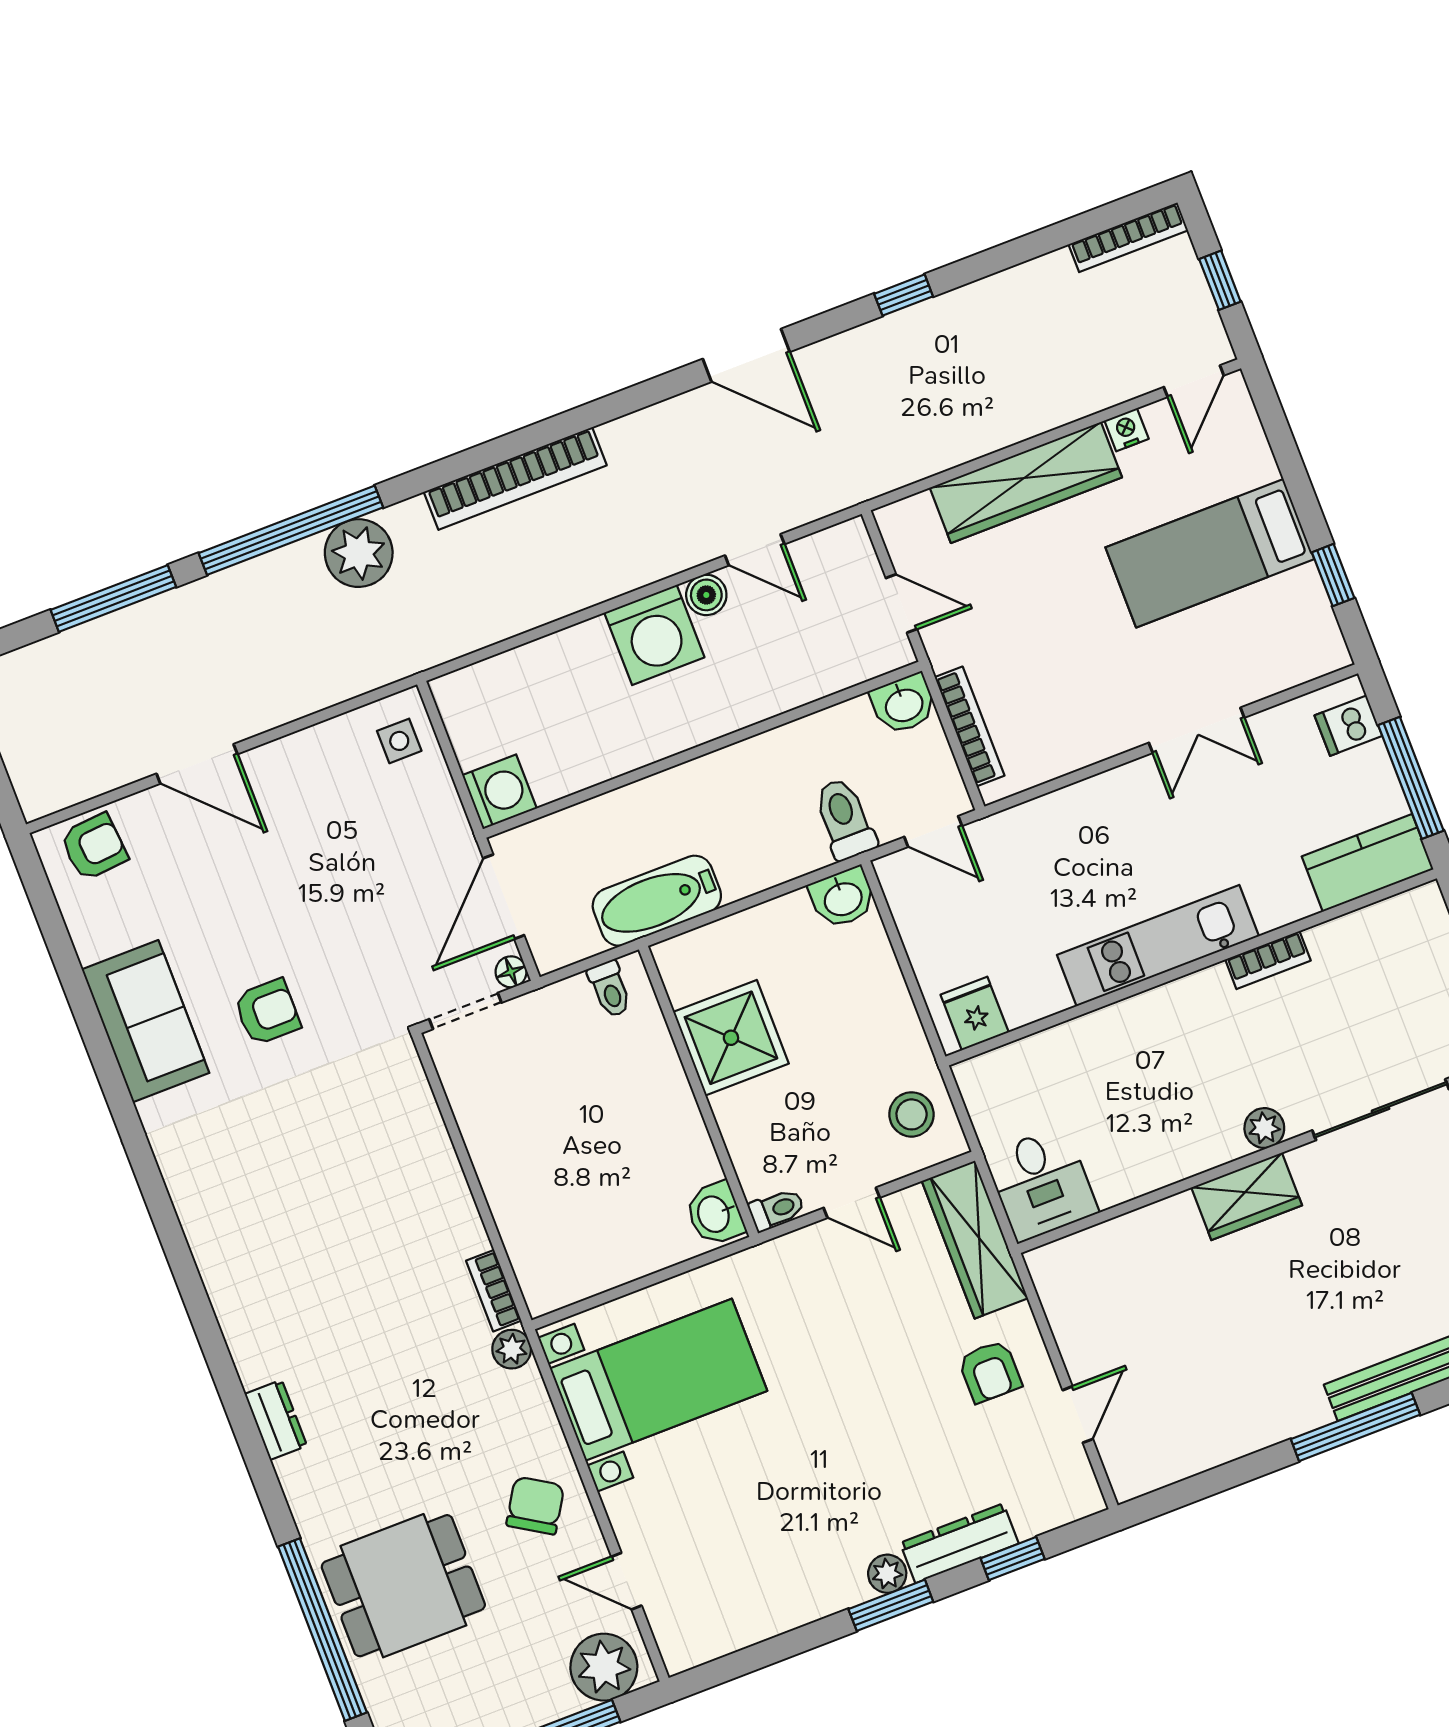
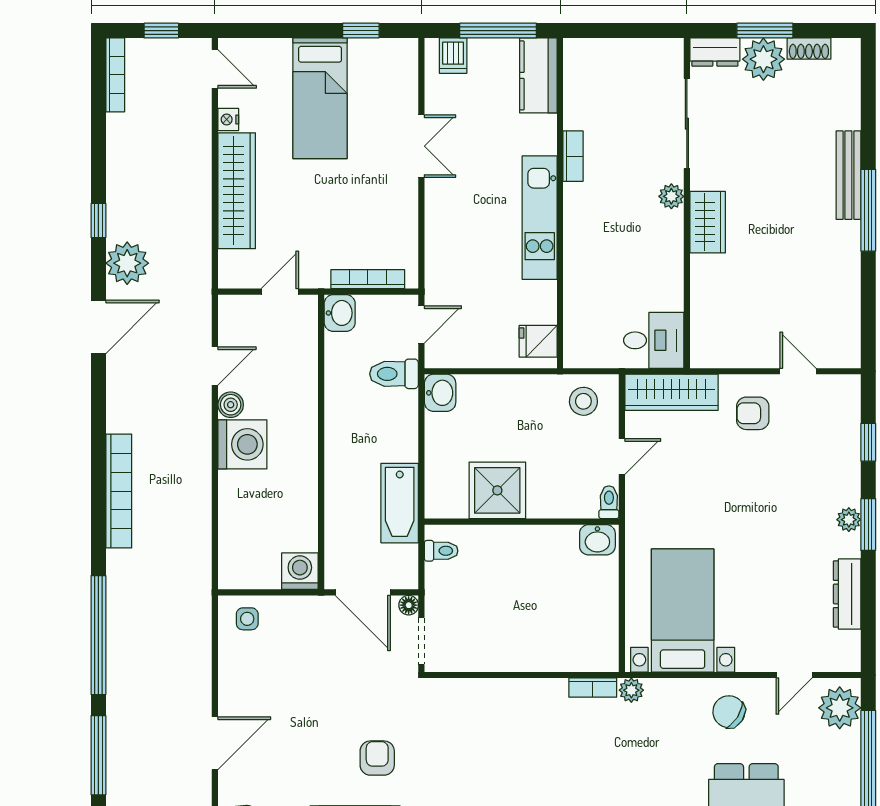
plant: (359, 553) -> (127, 263), moved
armchair: (990, 1372) -> (753, 413), turned 180
dresser: (959, 1543) -> (847, 594), moved

